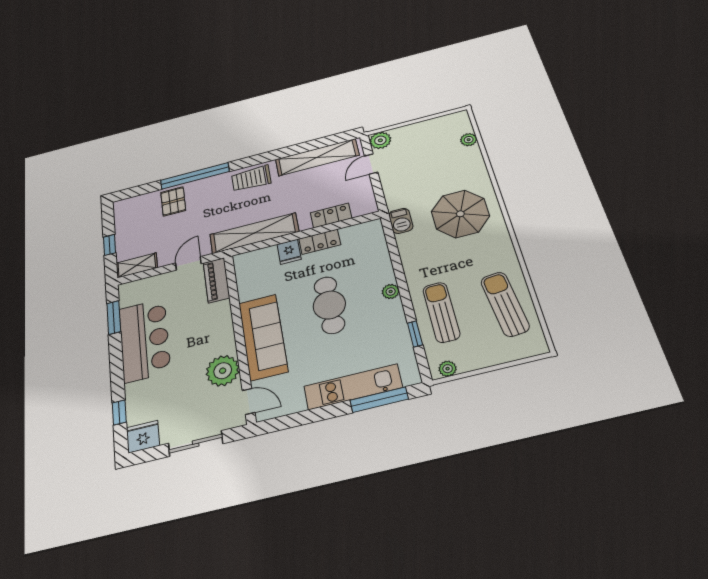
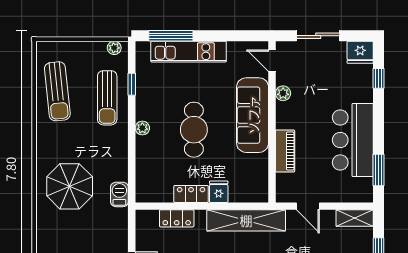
door: (188, 263) -> (308, 206), hinge flipped
piano: (216, 280) -> (285, 151), moved
plant: (223, 371) -> (283, 93), width x0.53, depth x0.53

